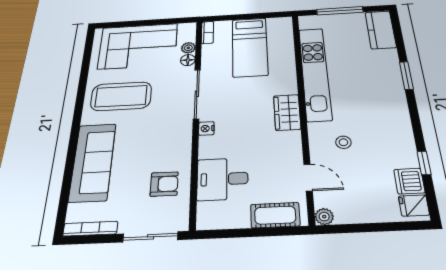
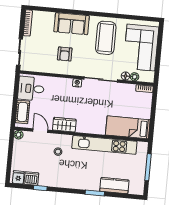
kitchen counter: (381, 30) -> (114, 186), moved
bed: (250, 47) -> (128, 127), moved
wardrobe: (287, 112) -> (64, 125), moved
sofa: (93, 162) -> (72, 24), width x0.73
door: (308, 178) -> (40, 131), swing flipped
desk: (222, 179) -> (31, 89), moved, turned -90
armchair: (164, 184) -> (65, 54), moved

